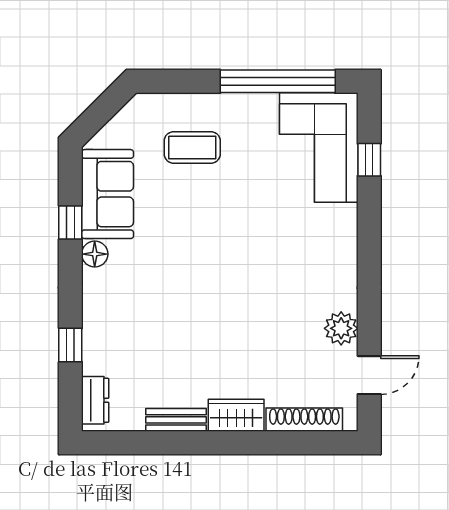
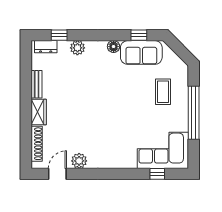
window: (278, 81) -> (194, 113), moved
window: (70, 223) -> (139, 35), moved
plant: (97, 332) -> (77, 48), added
window: (70, 345) -> (59, 35), moved
door: (369, 375) -> (57, 174), swing flipped

